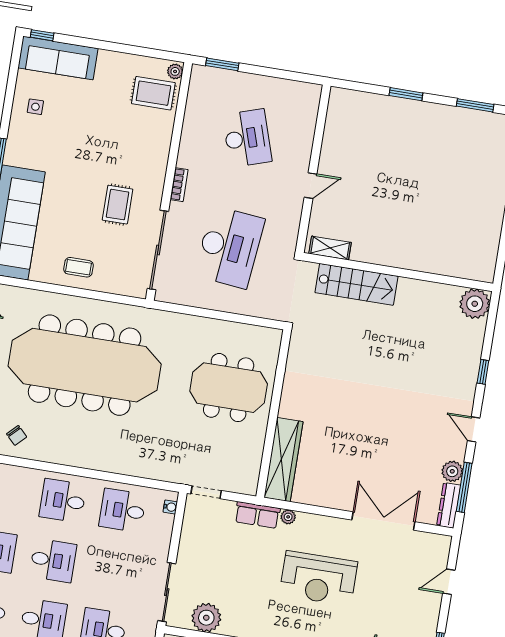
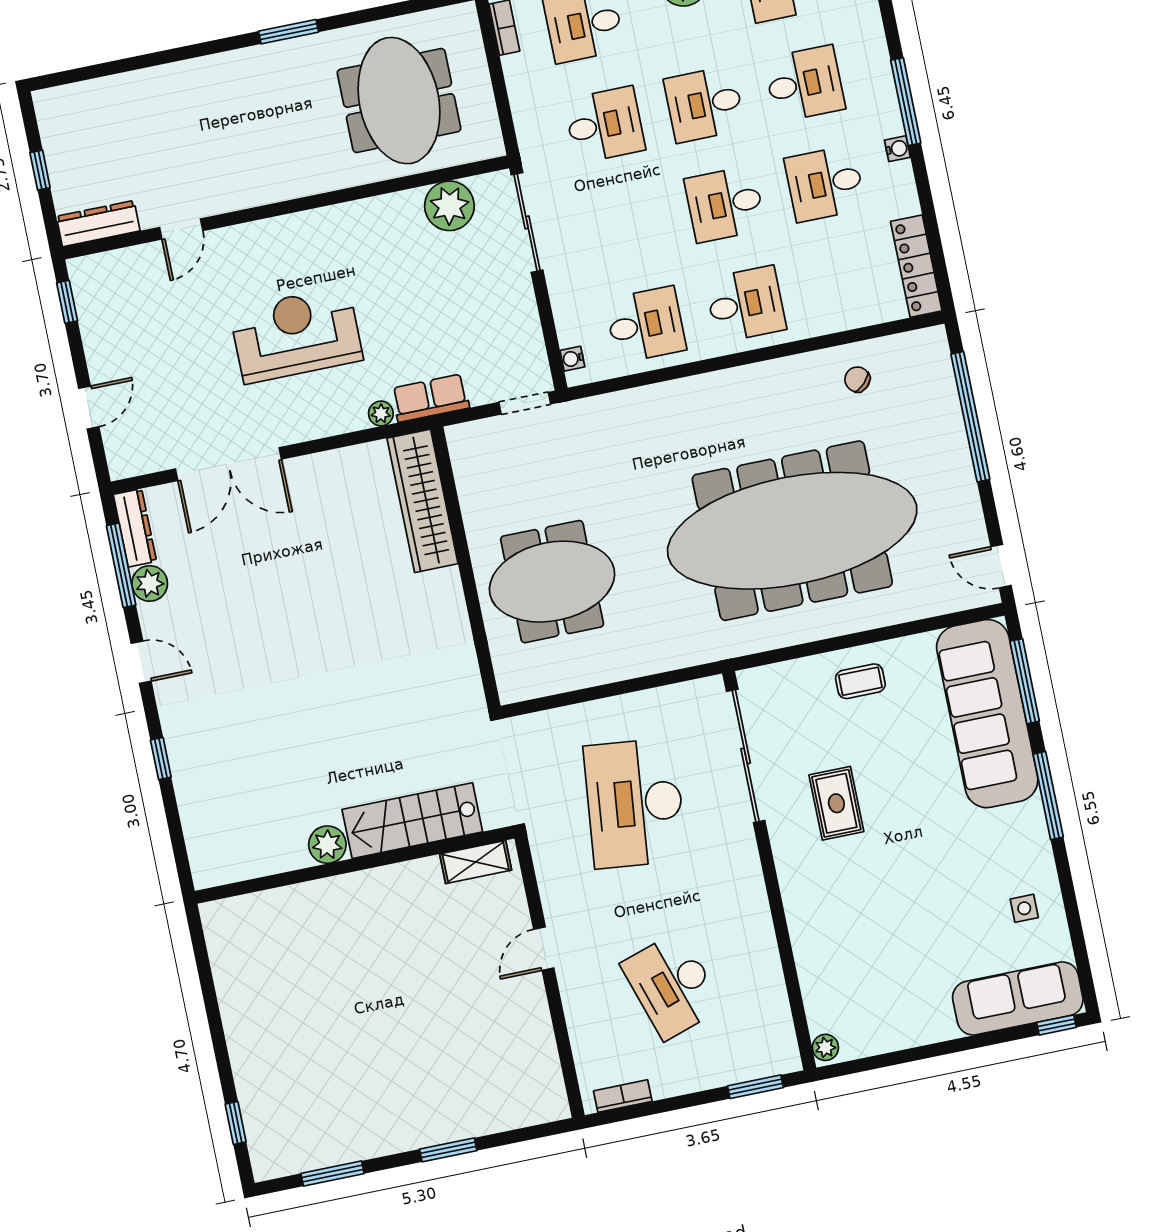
rug: (153, 93) -> (847, 1000), removed
bookcase: (179, 185) -> (623, 1096), moved, turned 90
plant: (475, 304) -> (327, 845), moved, width x0.73, depth x0.73

